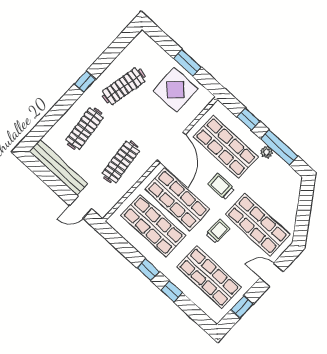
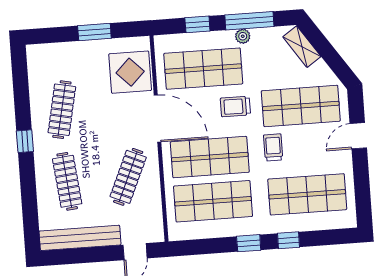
display table: (175, 90) -> (130, 72), moved
clothes rail: (121, 162) -> (128, 177), turned 30
shelving: (293, 193) -> (302, 47), added
window: (242, 307) -> (362, 190), removed

